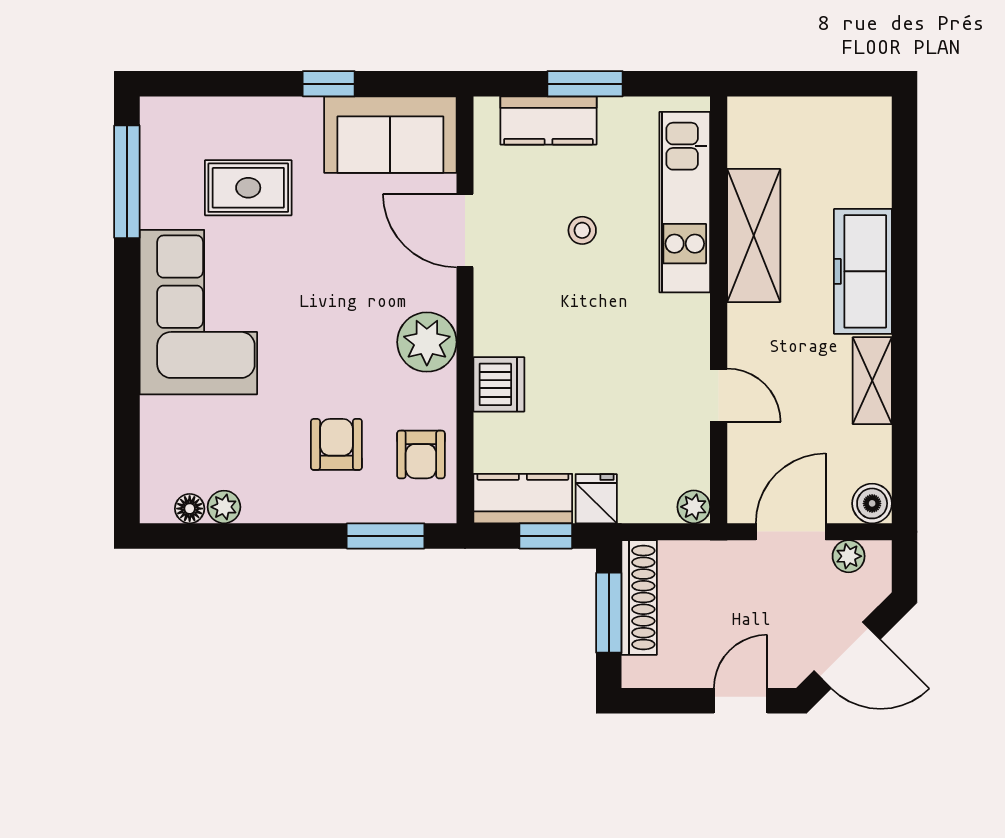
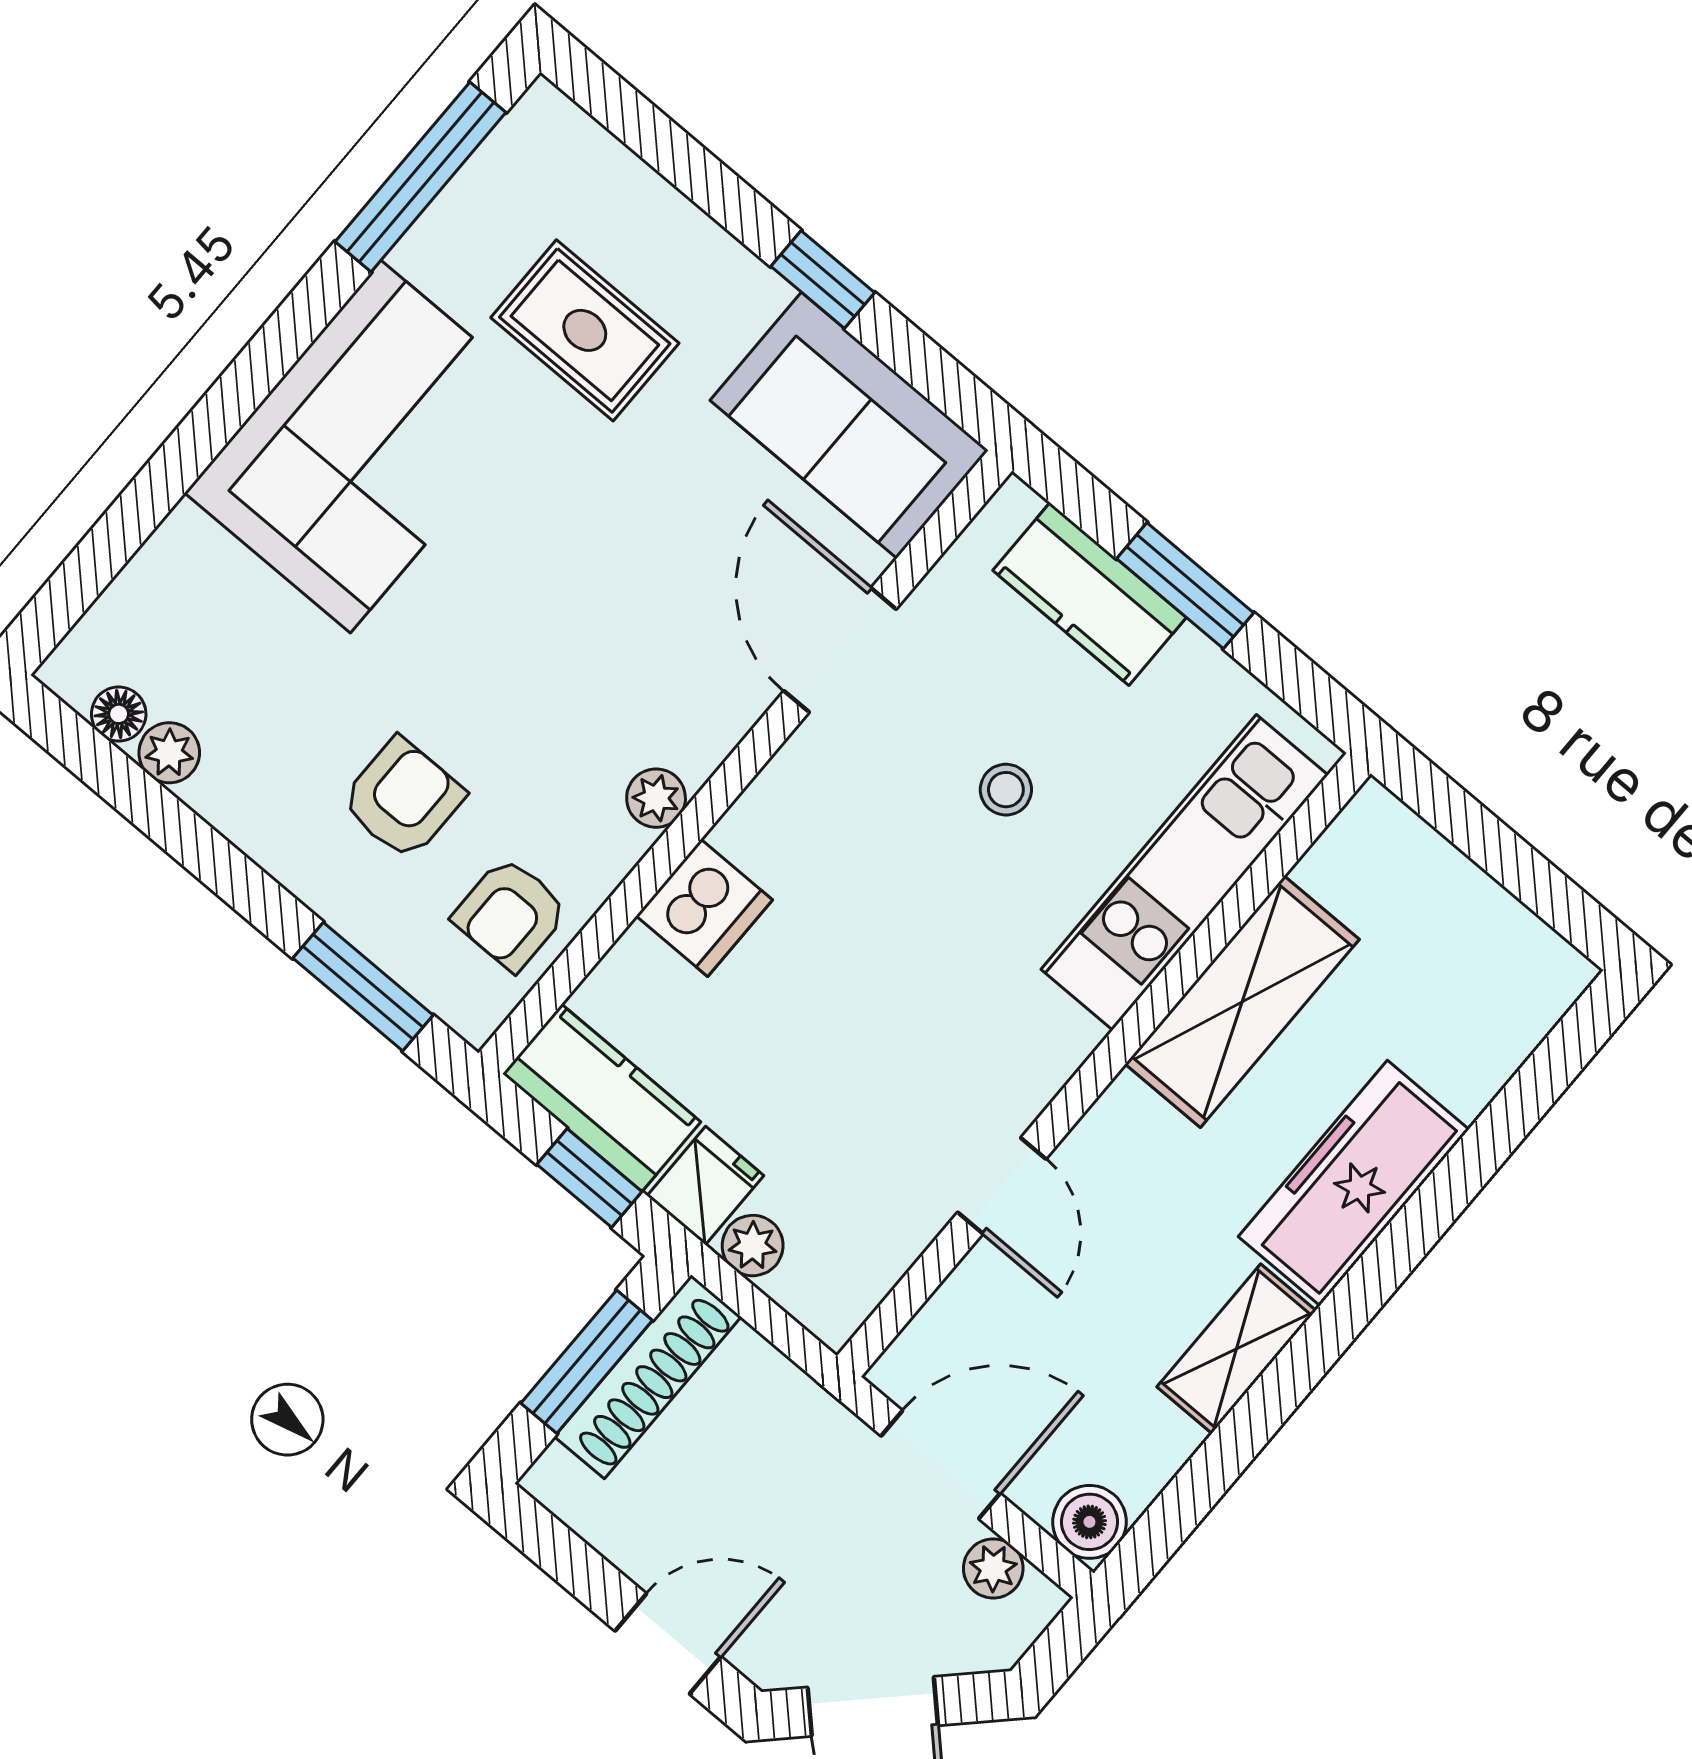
plant: (427, 342) -> (656, 798), width x0.53, depth x0.53
plant: (694, 507) -> (753, 1246), moved

